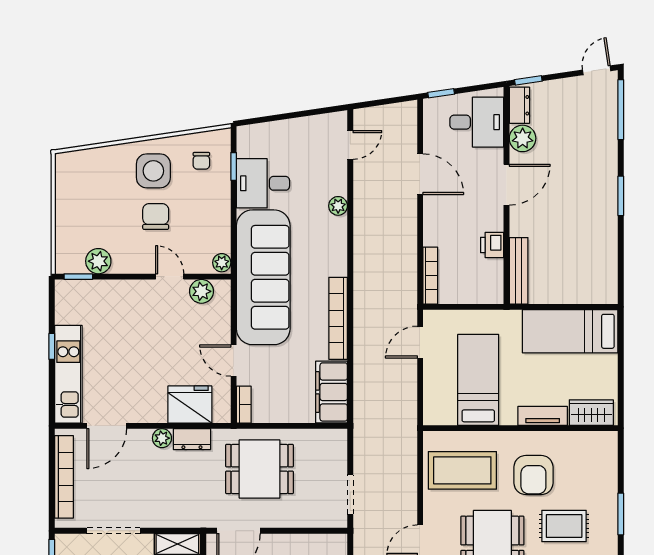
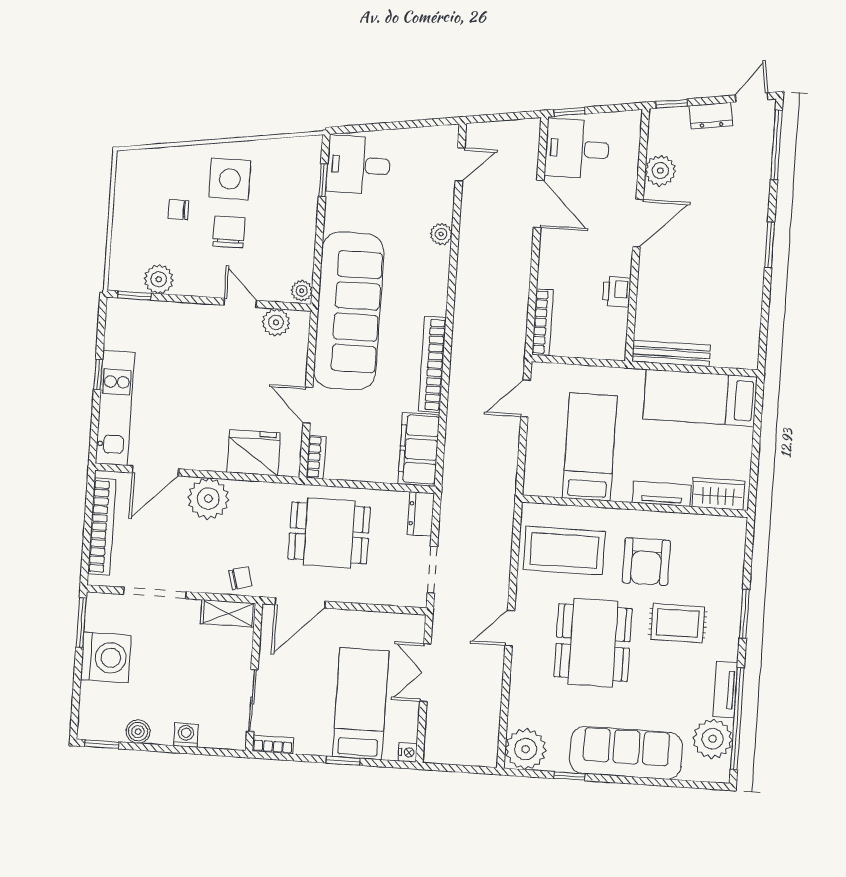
dresser: (519, 105) -> (711, 116), moved, turned 82
desk: (477, 122) -> (577, 149), moved, turned 180
chair: (201, 161) -> (179, 210), moved, turned 90
desk: (263, 183) -> (358, 165), moved
bench: (519, 271) -> (671, 353), moved, turned 90
plant: (162, 438) -> (208, 498), width x1.87, depth x1.87
dresser: (192, 439) -> (421, 514), moved, turned 90
chair: (186, 513) -> (240, 578), added

